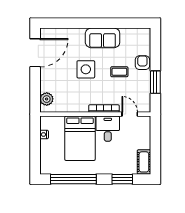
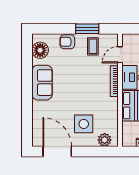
floor lamp: (134, 36) -> (40, 50), added
side table: (86, 69) -> (84, 124), moved
coffee table: (119, 72) -> (93, 46), moved

